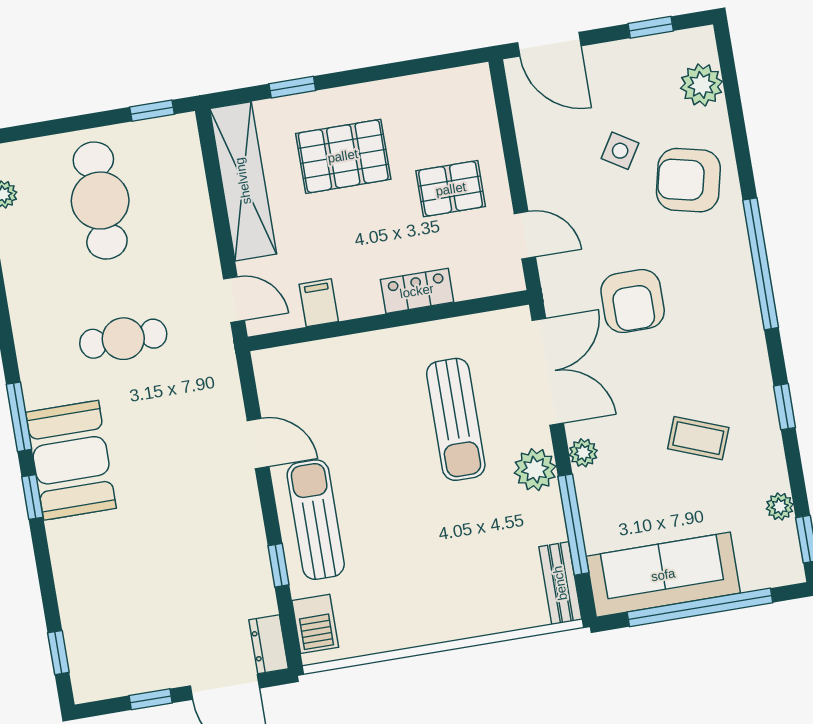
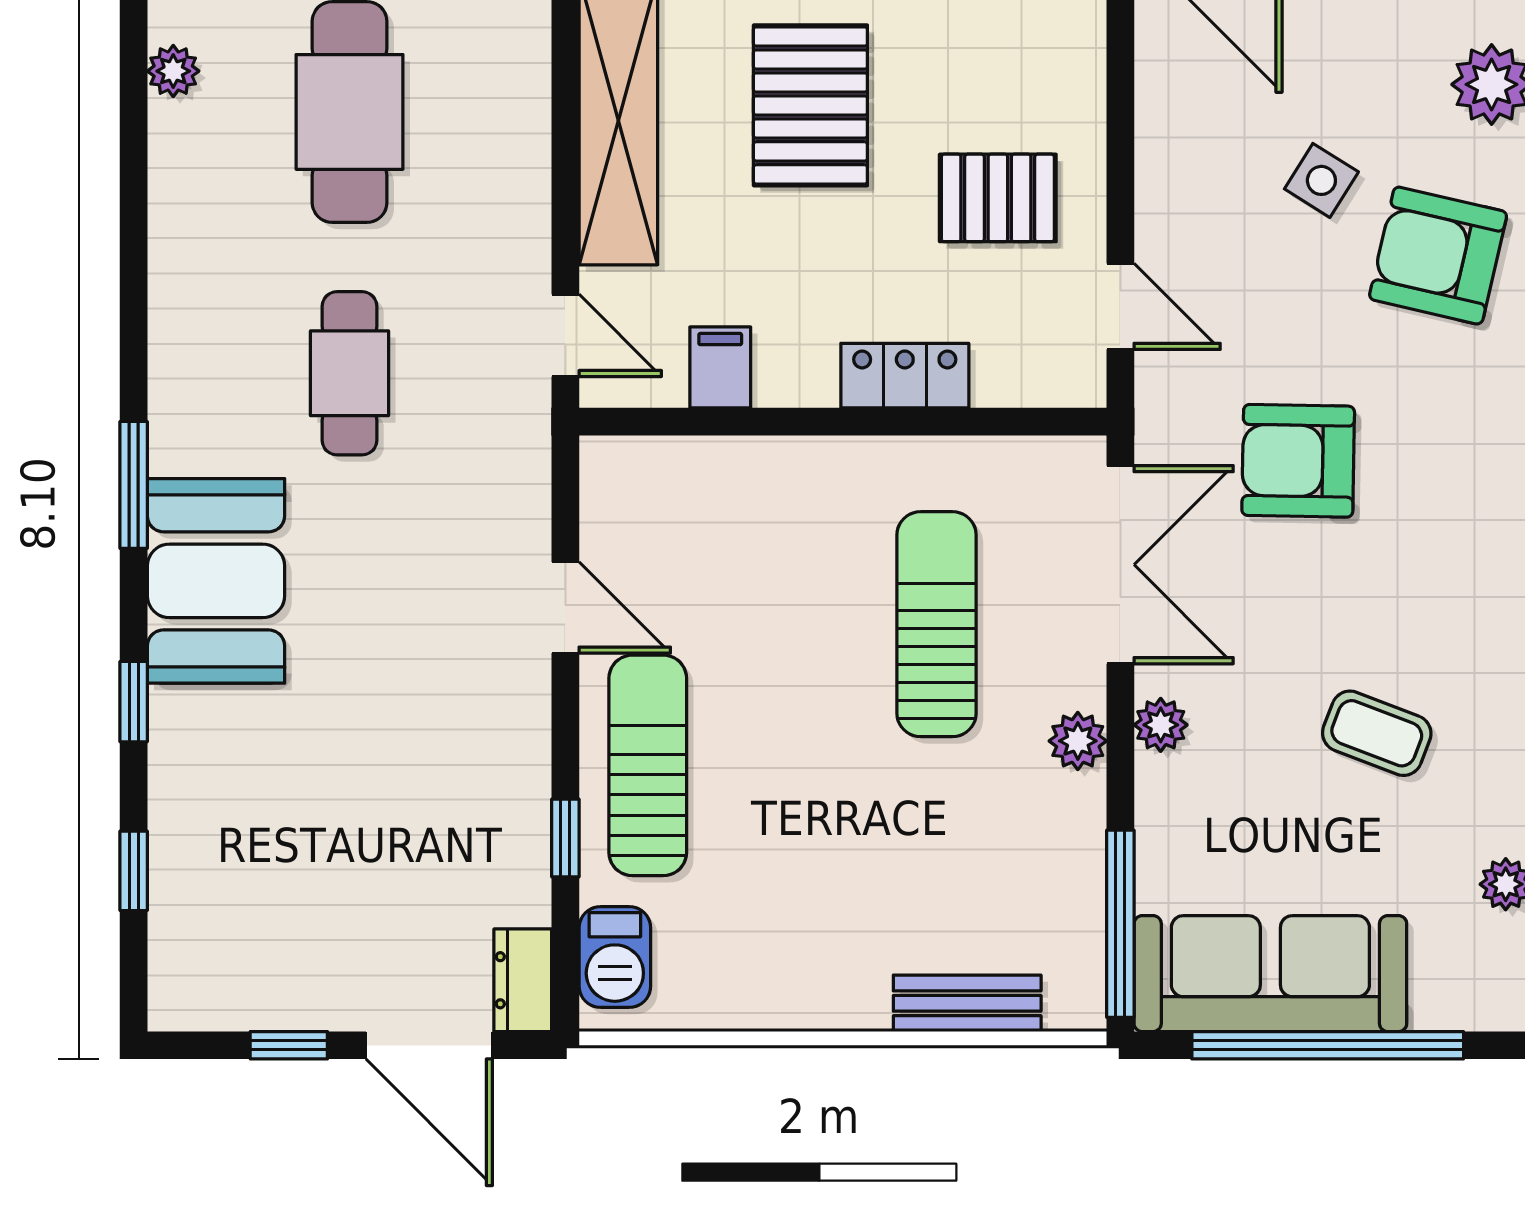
pallet: (343, 156) -> (810, 105), turned 90
armchair: (633, 301) -> (1298, 461), turned 91
cafe table: (123, 339) -> (350, 373), turned 90
sun lounger: (456, 419) -> (937, 624), turned 180
plant: (535, 470) -> (1078, 741), width x0.73, depth x0.73
window: (32, 497) -> (134, 702), moved
window: (573, 525) -> (1120, 924), moved
bench: (560, 583) -> (967, 1003), moved, turned 90
window: (58, 653) -> (134, 871), moved

